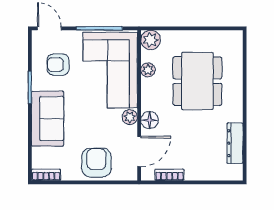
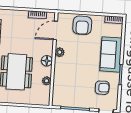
plant: (151, 40) -> (44, 99), removed
corner sofa: (110, 70) -> (70, 82), removed
floor lamp: (150, 120) -> (47, 61), moved

